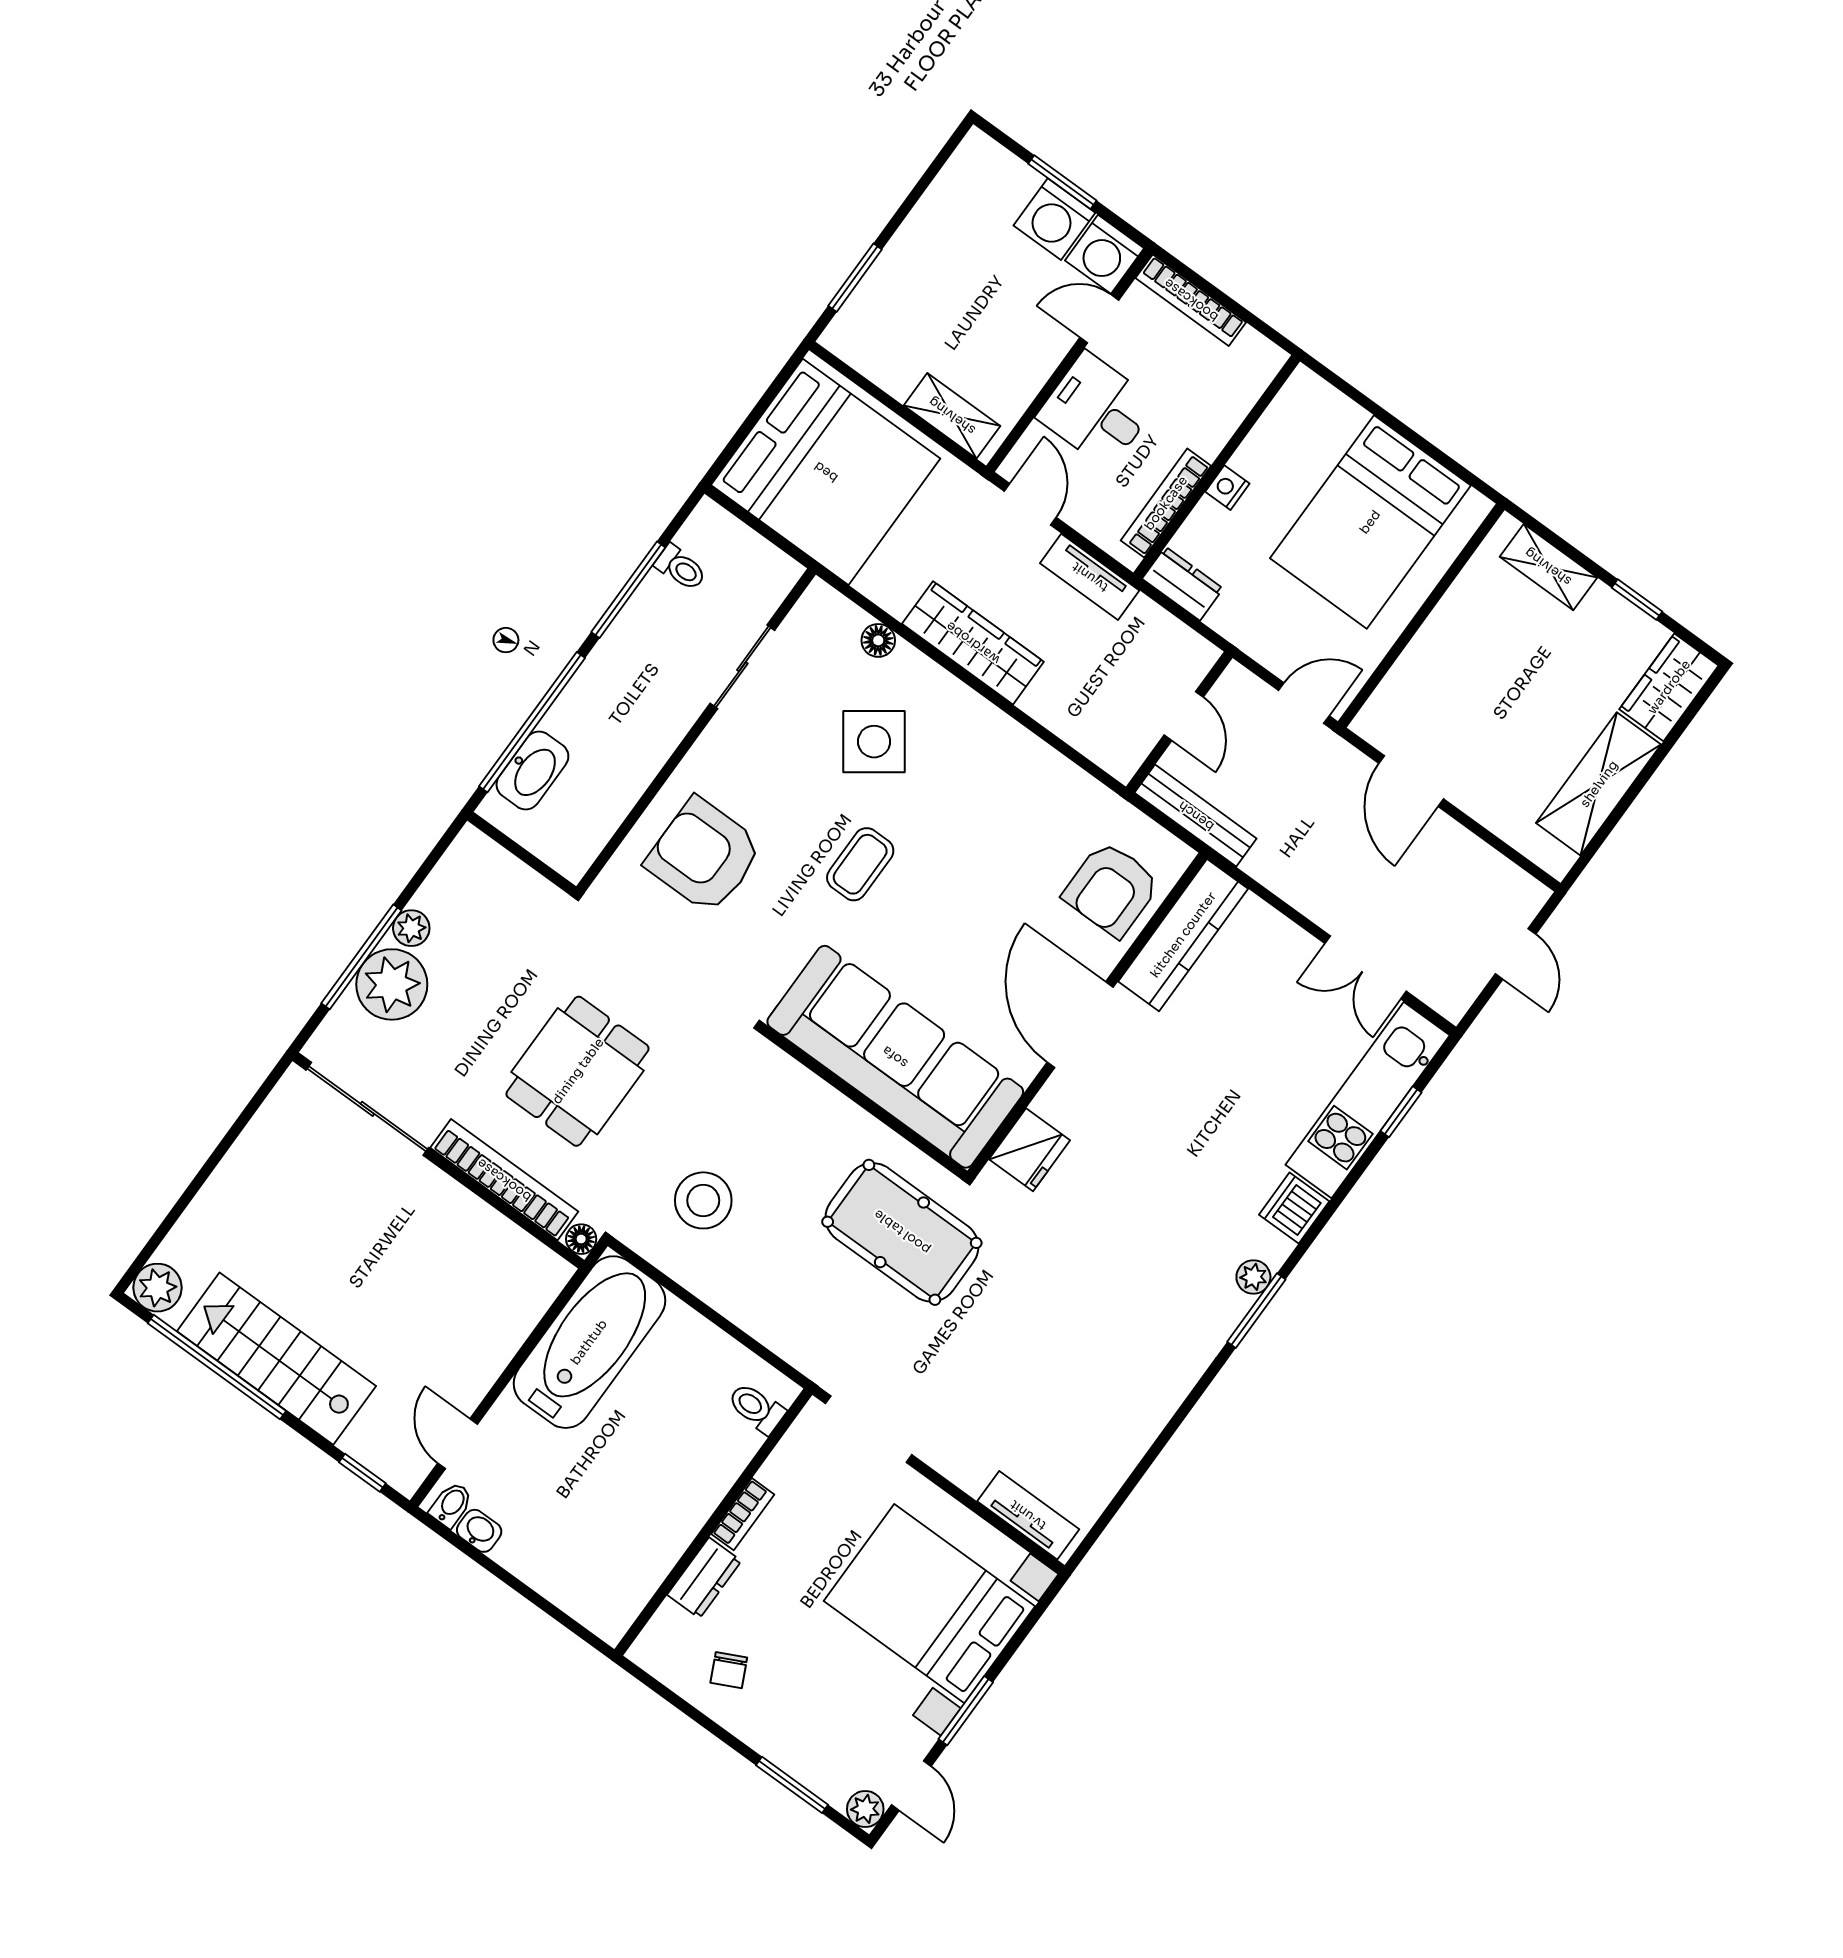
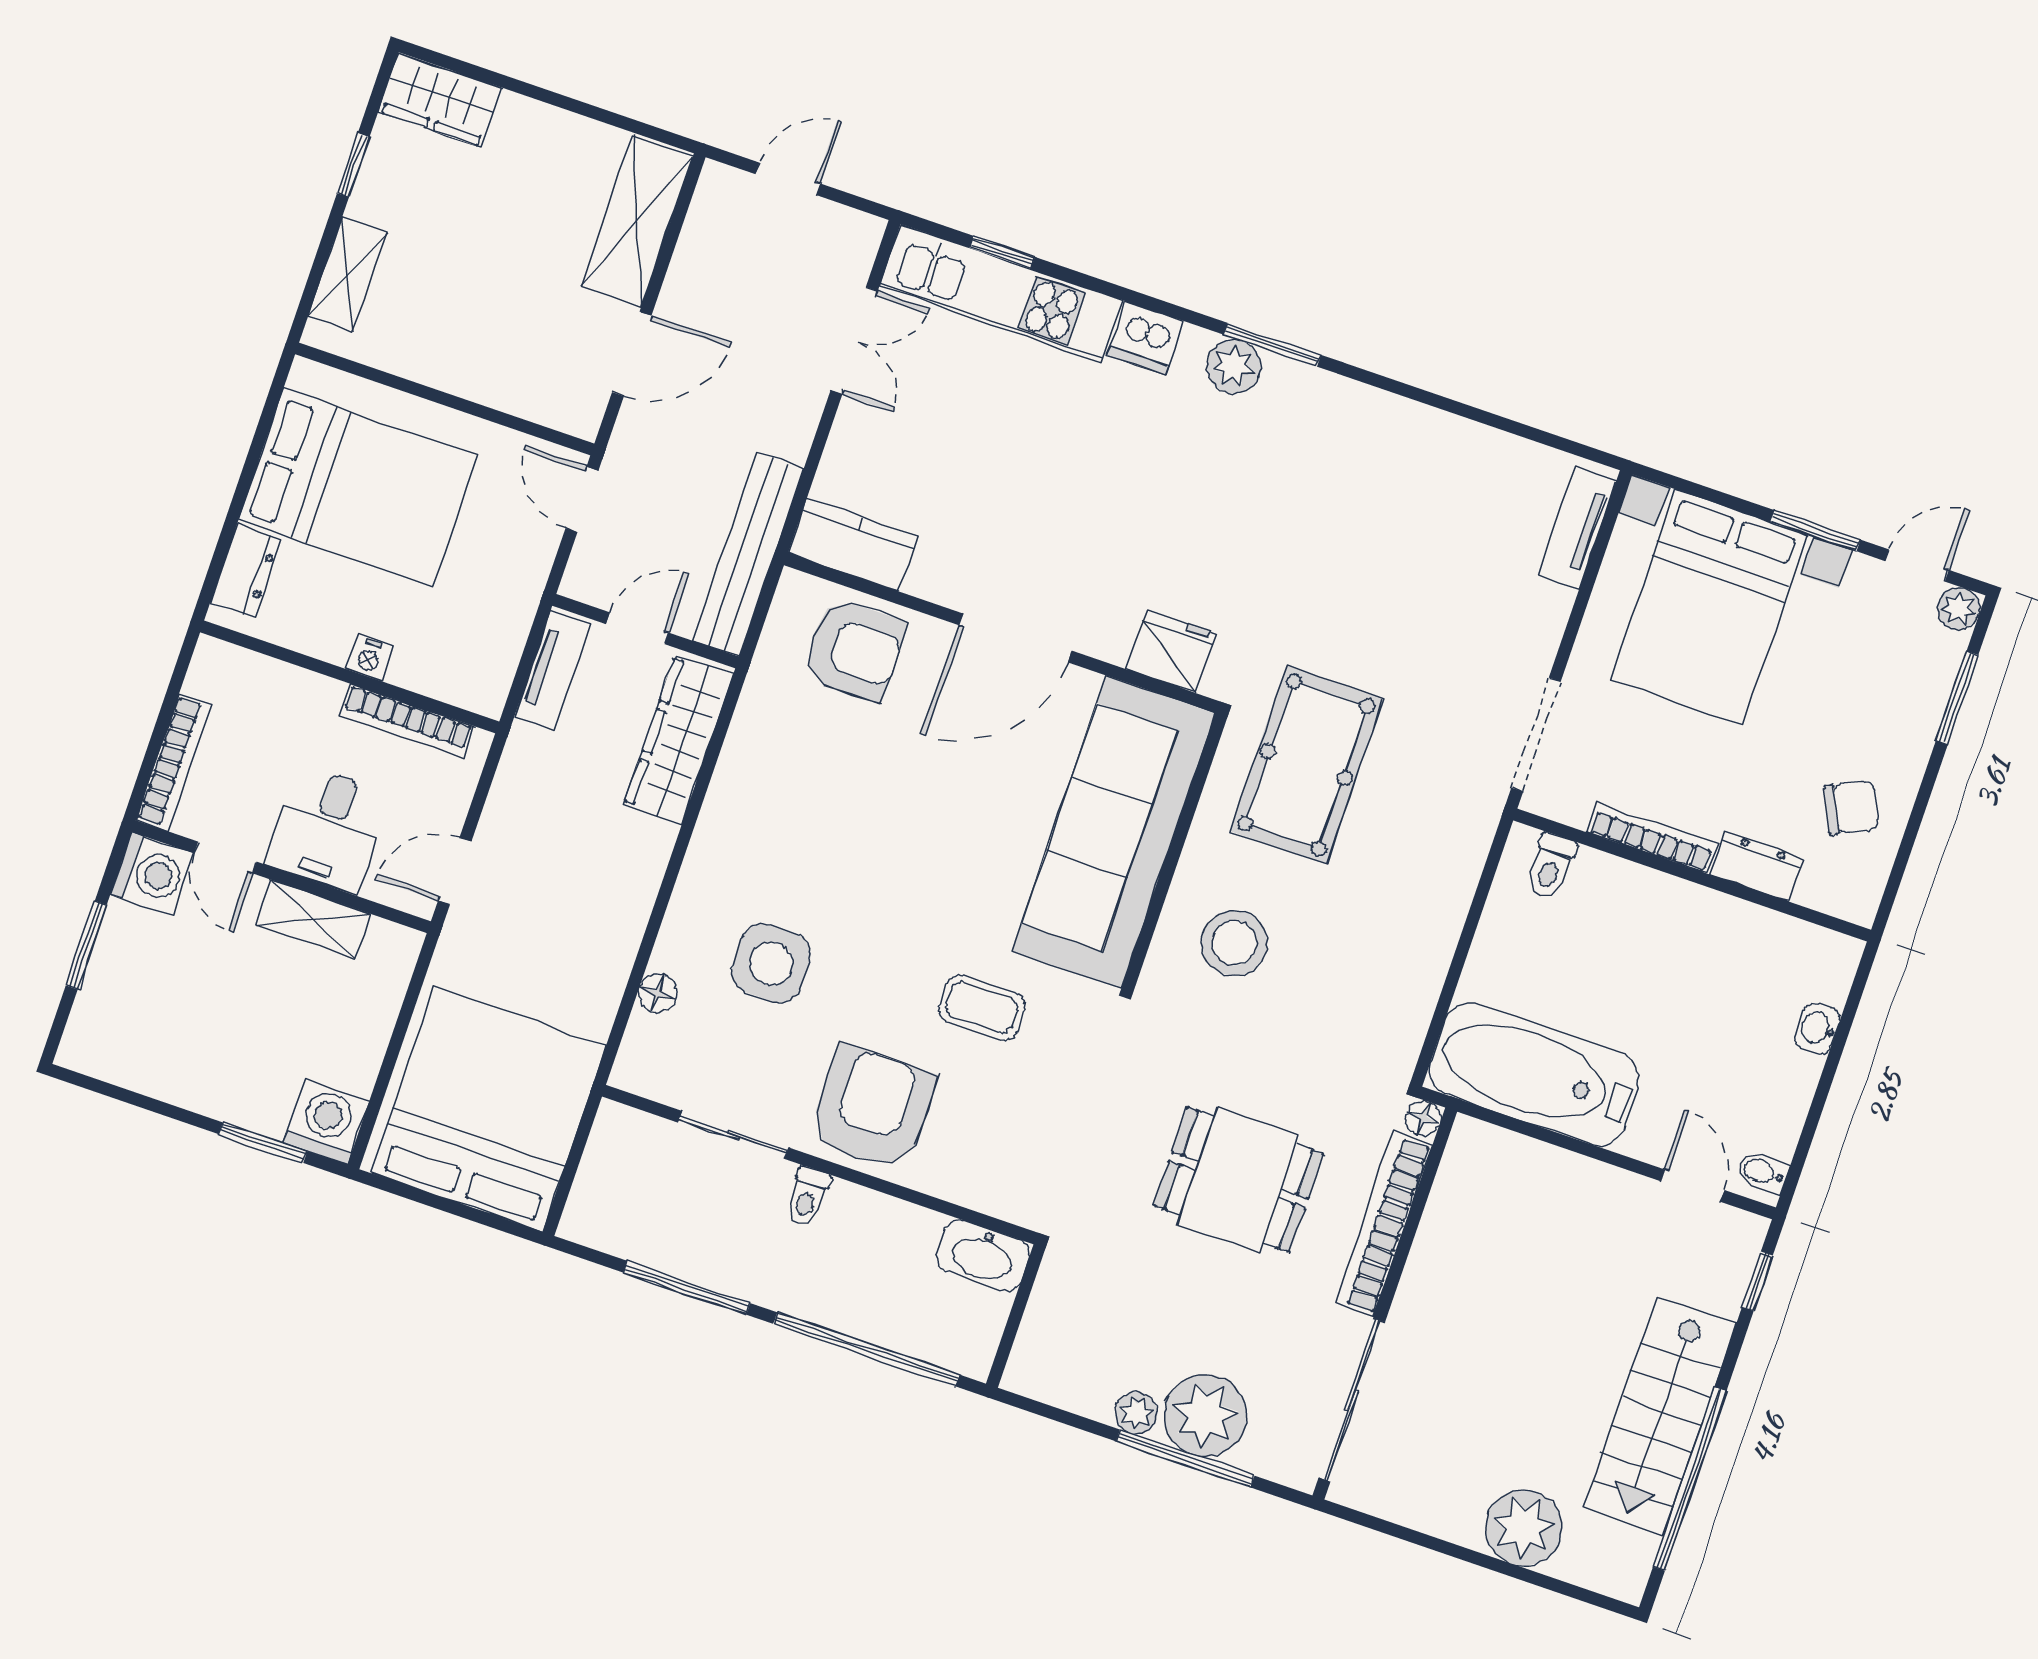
washing machine: (1054, 219) -> (326, 1122), moved, turned -90
shelving: (952, 416) -> (313, 919), moved, turned 90
toilet: (681, 568) -> (808, 1197), moved, turned 180
tv unit: (1090, 577) -> (553, 670), moved
dresser: (1183, 584) -> (246, 571), moved, turned 180
wardrobe: (973, 643) -> (678, 740), moved
side table: (874, 742) -> (771, 963), turned 36
washbasin: (532, 770) -> (983, 1256), moved, turned 180
shelving: (1599, 784) -> (637, 221), moved, turned 90
bench: (1196, 816) -> (748, 554), width x1.37, depth x1.21
armchair: (704, 855) -> (872, 1108), moved, turned 180
coffee table: (860, 864) -> (982, 1008), moved
kitchen counter: (1183, 935) -> (853, 545), width x0.67
stool: (703, 1200) -> (1234, 943), moved
plant: (1253, 1277) -> (1234, 366), width x1.38, depth x1.38
plant: (157, 1288) -> (1524, 1528), moved, width x1.36, depth x1.36
door: (458, 1444) -> (1693, 1186), swing flipped
bookcase: (743, 1514) -> (1652, 838), width x1.56
washbasin: (479, 1531) -> (1817, 1028), moved
chair: (729, 1670) -> (1851, 807), width x1.37, depth x1.37

